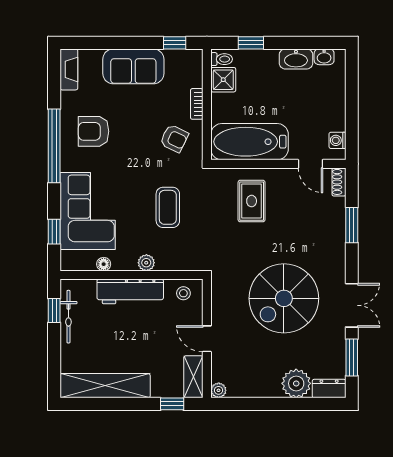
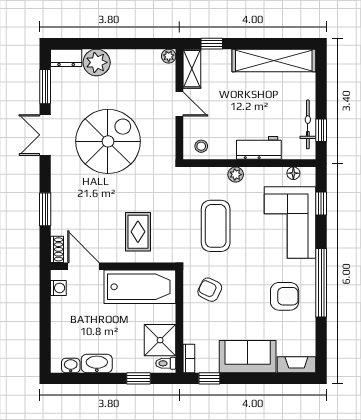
fireplace: (69, 69) -> (296, 365), moved, turned 90
shower: (223, 80) -> (160, 340), width x1.36, depth x1.36
bookcase: (197, 104) -> (189, 359), moved
door: (310, 164) -> (83, 266), width x1.37
coffee table: (168, 207) -> (216, 226), width x1.36, depth x1.32
floor lamp: (104, 264) -> (293, 173), moved
workbench: (130, 291) -> (259, 148), width x0.73

